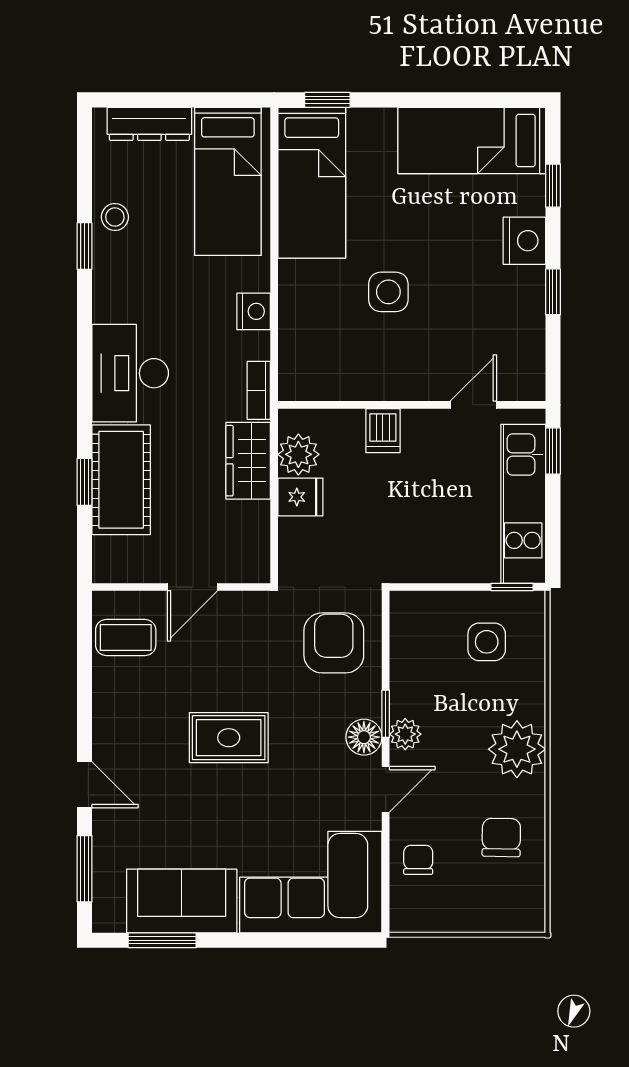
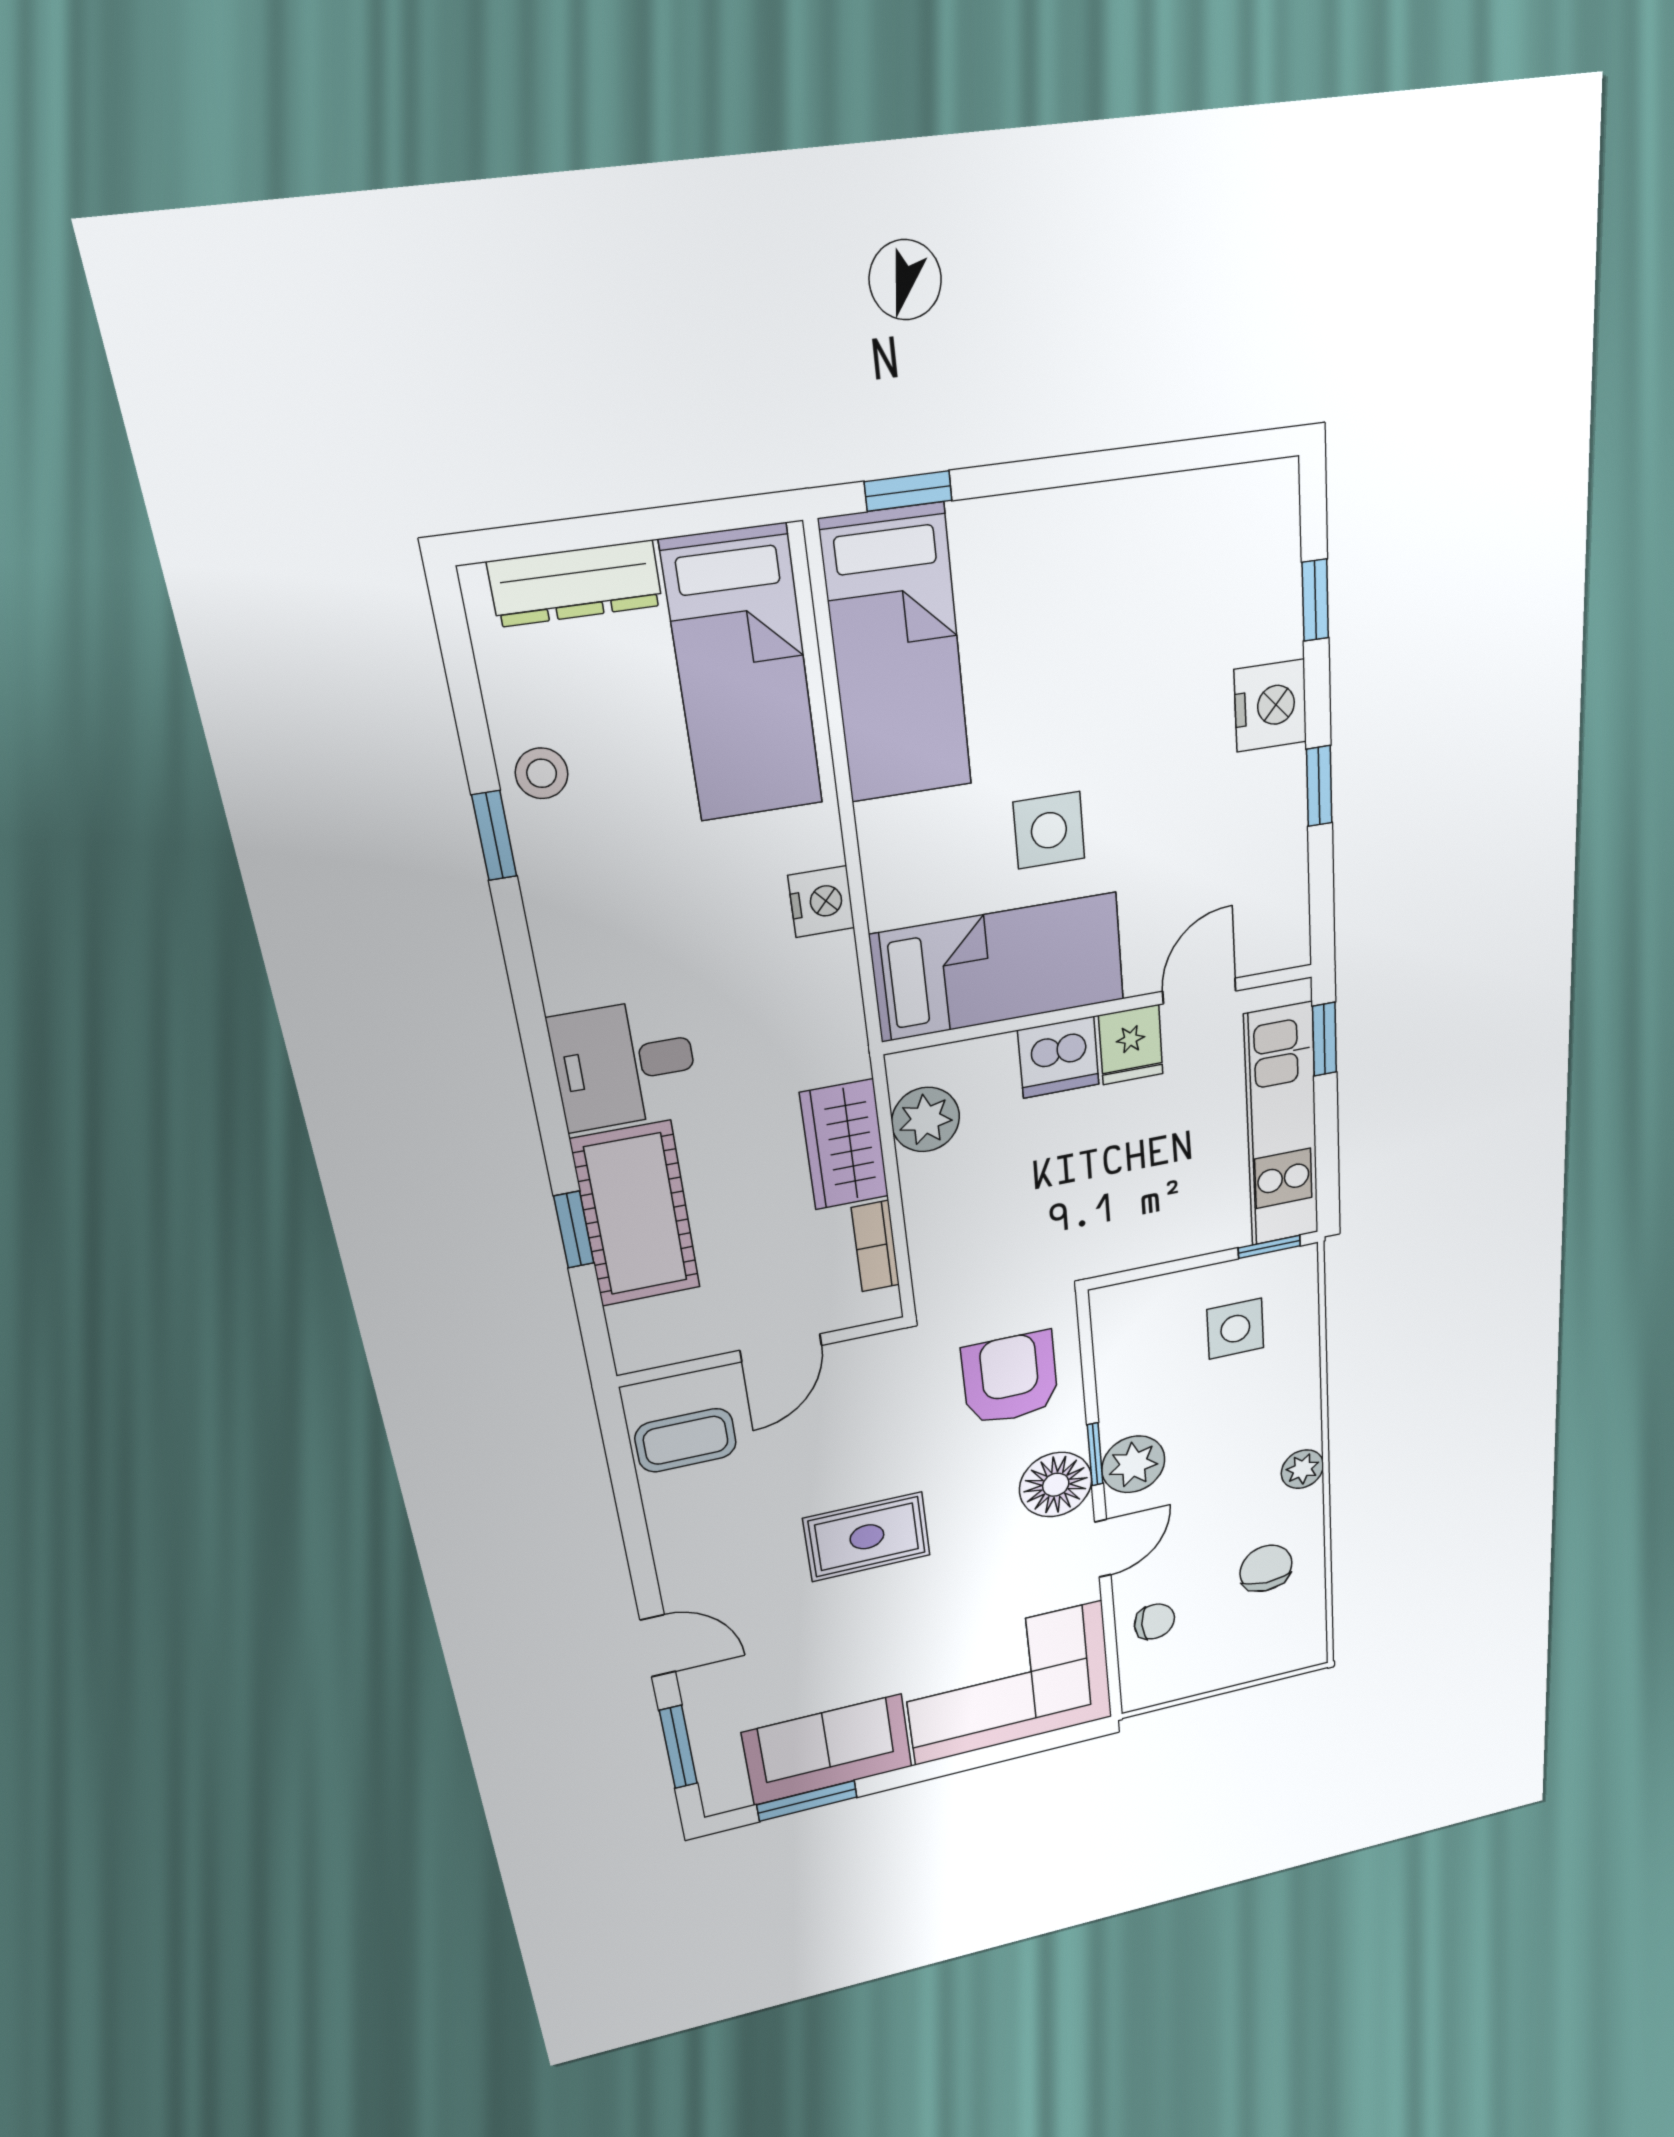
bed: (472, 141) -> (999, 967), moved, turned 180
desk: (130, 373) -> (624, 1064), width x0.73
bookcase: (259, 390) -> (875, 1246), moved
dishwasher: (383, 431) -> (1058, 1057), width x1.38
fridge: (300, 497) -> (1131, 1045), moved, turned 90
plant: (405, 734) -> (1133, 1464), width x1.38, depth x1.38
floor lamp: (364, 737) -> (1056, 1485), width x1.38, depth x1.38
plant: (517, 749) -> (1302, 1469), width x0.53, depth x0.53
chair: (418, 860) -> (1154, 1622), turned 90

